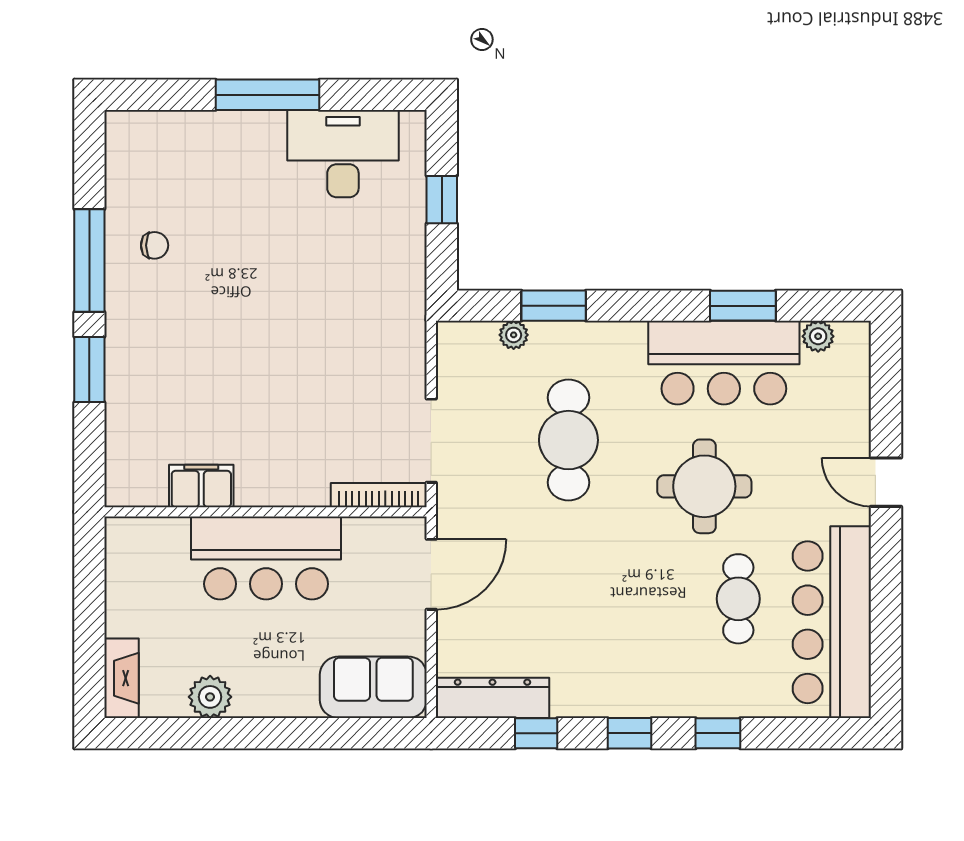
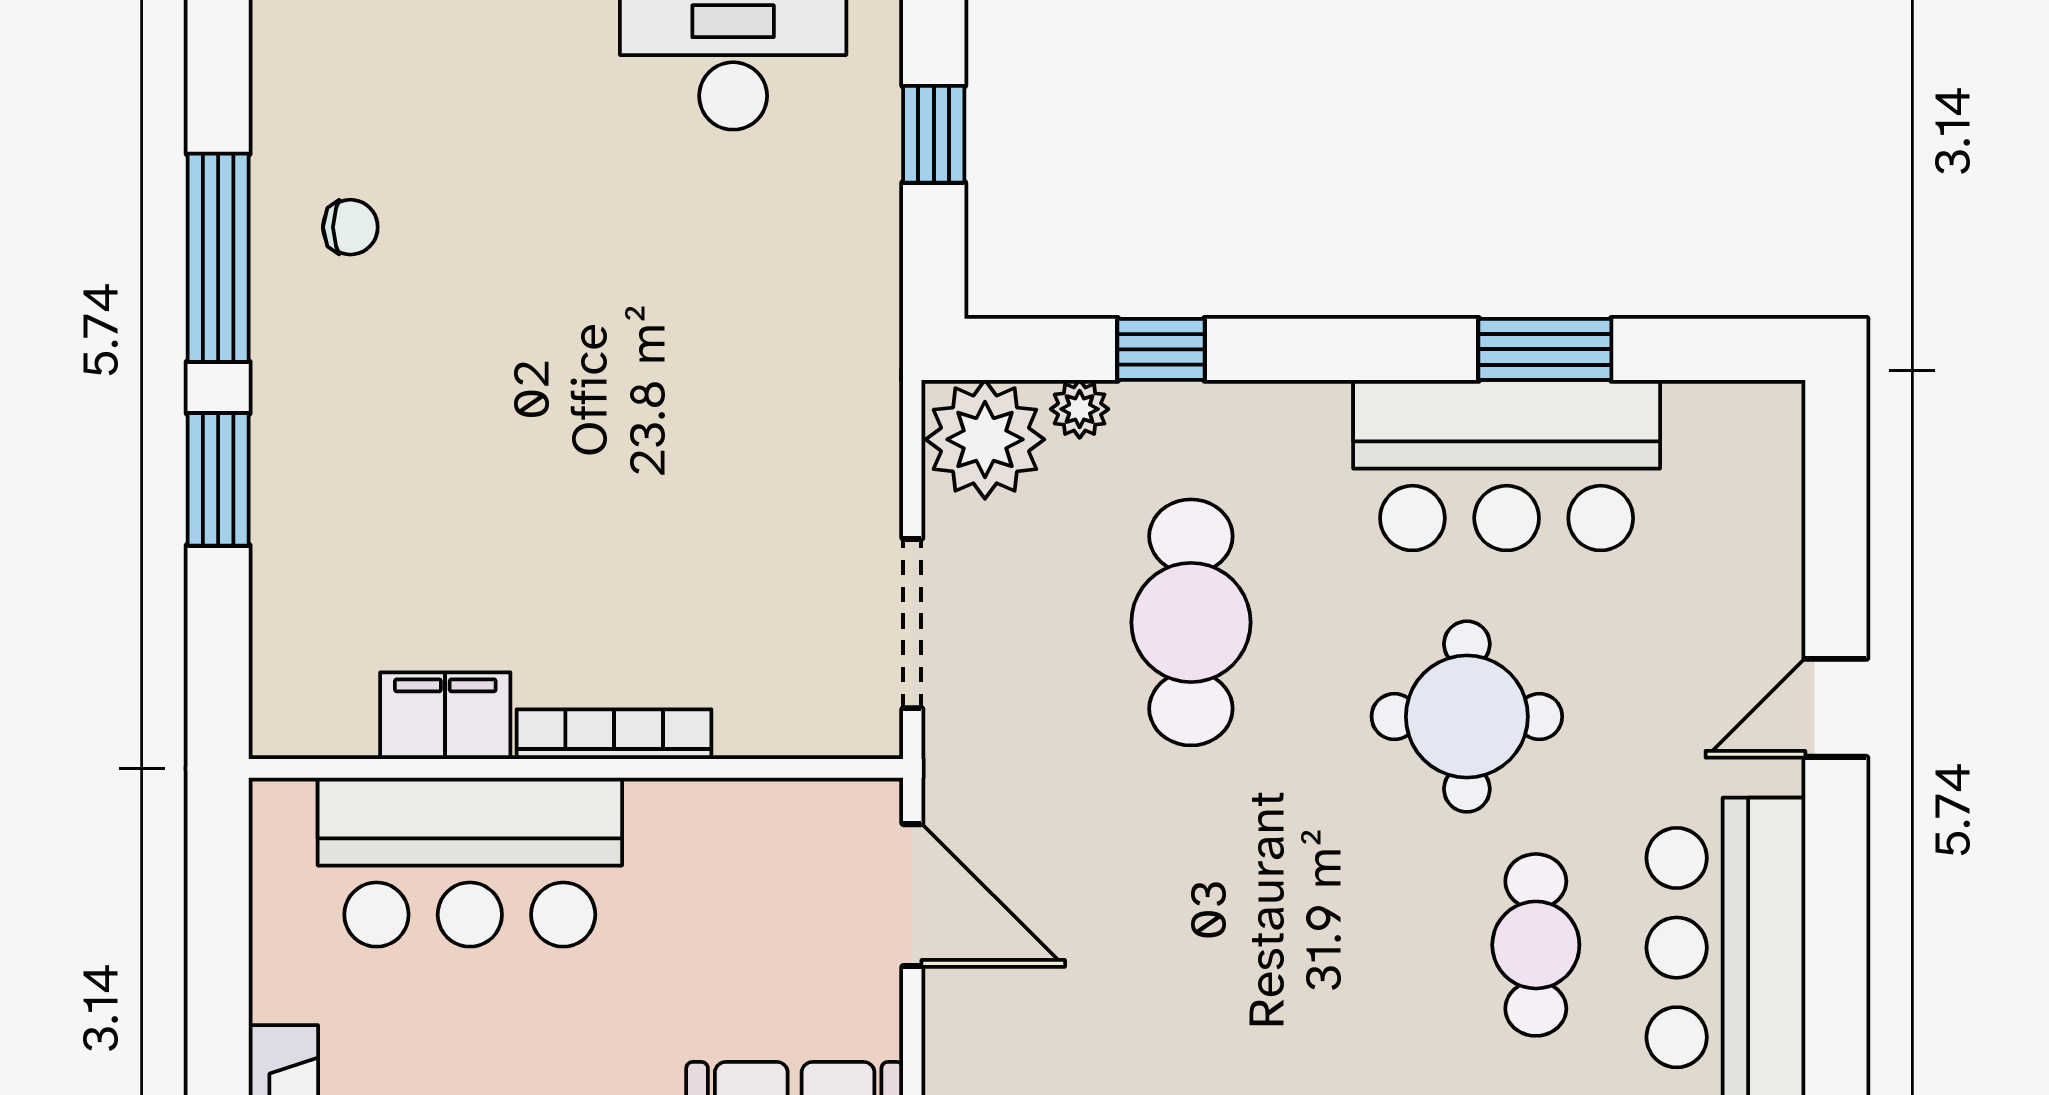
window: (554, 306) -> (1161, 349), width x0.67
plant: (818, 336) -> (985, 439), moved, width x1.88, depth x1.88
door: (886, 482) -> (1836, 708), hinge flipped
bookcase: (379, 495) -> (614, 734), moved
bar counter: (266, 558) -> (470, 862), moved
door: (431, 574) -> (912, 895), hinge flipped

